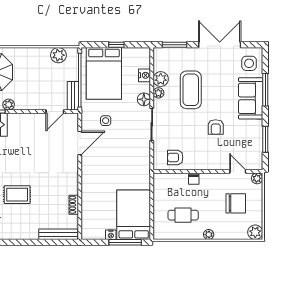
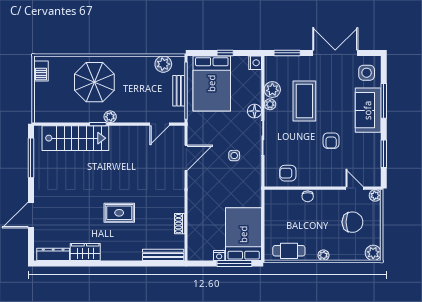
nightstand: (145, 75) -> (255, 63), moved
bench: (73, 96) -> (179, 91), moved
side table: (106, 121) -> (234, 156), moved
cafe table: (183, 215) -> (289, 251), moved

